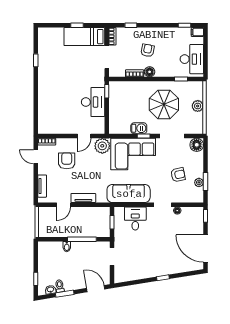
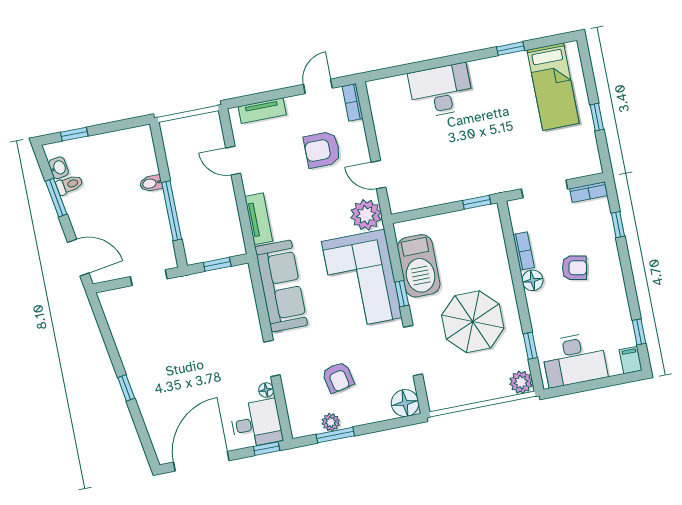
bed: (84, 37) -> (553, 87), moved, turned 180
desk: (93, 102) -> (441, 91), moved, turned 180
plant: (198, 106) -> (521, 382), moved
barbecue: (139, 128) -> (419, 266), width x1.88, depth x1.53
armchair: (67, 161) -> (322, 150), turned 180
tv unit: (83, 198) -> (259, 219), moved
desk: (135, 219) -> (256, 423), moved
door: (96, 289) -> (78, 258), hinge flipped

